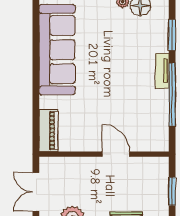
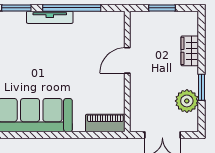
tv unit: (162, 71) -> (50, 17), width x1.41

